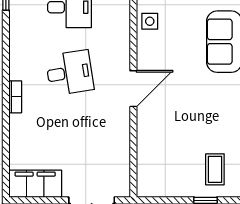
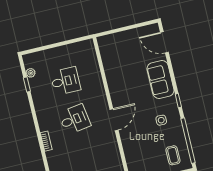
side table: (150, 21) -> (161, 120), moved

